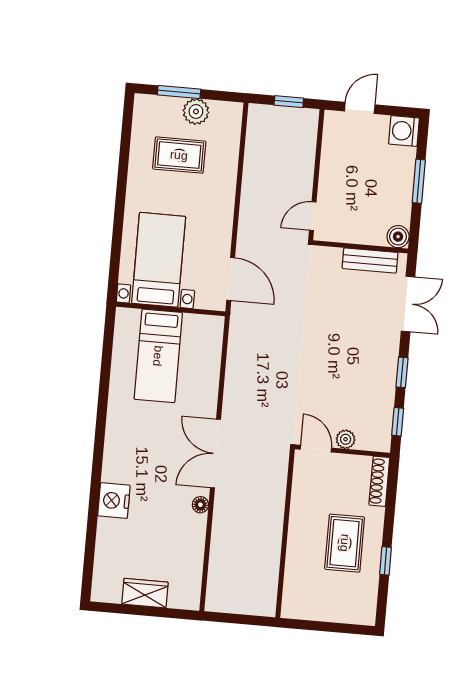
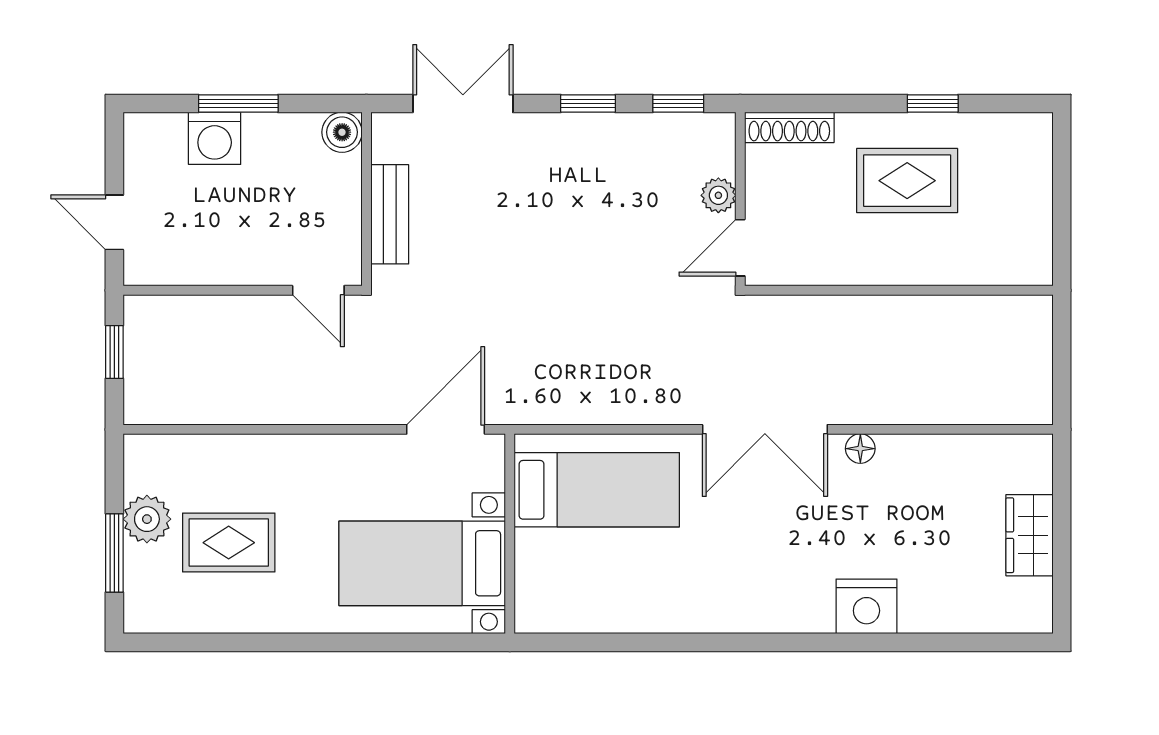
washing machine: (404, 131) -> (215, 138), moved
rug: (179, 155) -> (229, 543), turned 90
bench: (370, 260) -> (390, 214), moved
bed: (158, 356) -> (597, 490), moved

